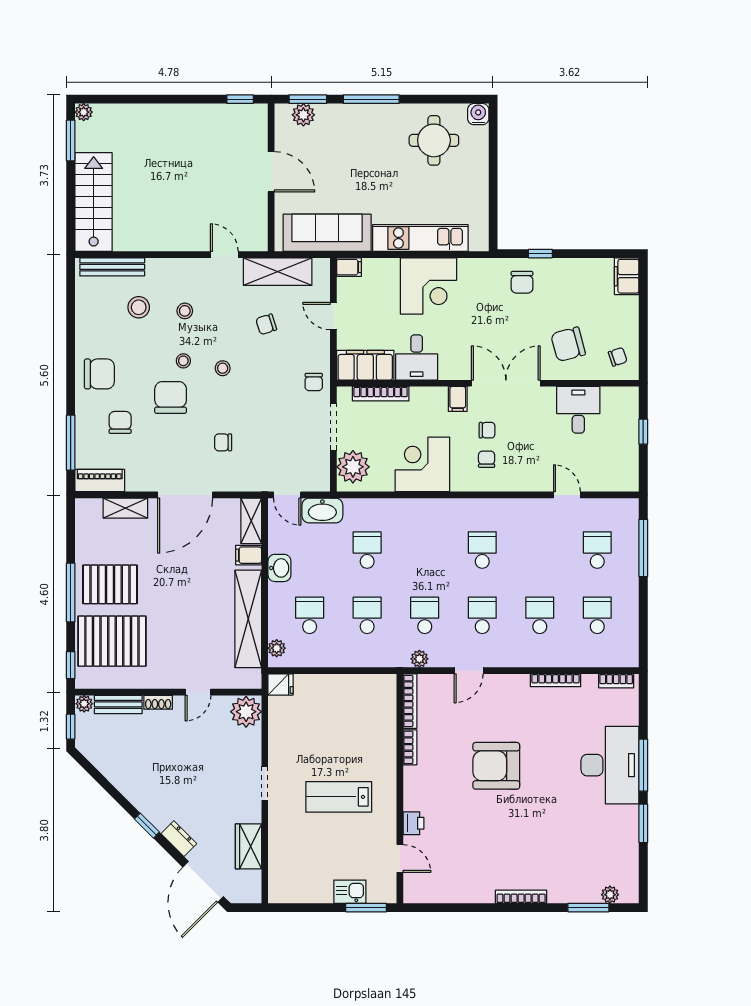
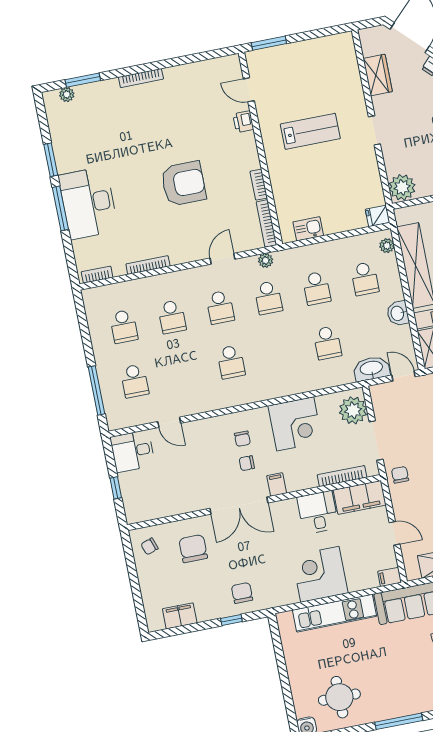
filing cabinet: (627, 276) -> (180, 616), moved, turned -90
chair: (568, 344) -> (193, 549), turned -75
desk: (578, 410) -> (133, 451), moved, turned 90
kitchen sink: (350, 892) -> (308, 229), moved, turned 180

